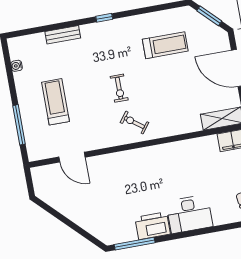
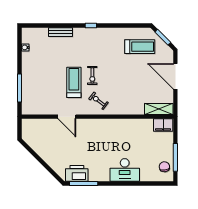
treadmill: (165, 45) -> (140, 47), moved
treadmill: (55, 102) -> (74, 82), moved
door: (72, 157) -> (67, 117), moved
printer: (153, 226) -> (77, 173), moved

